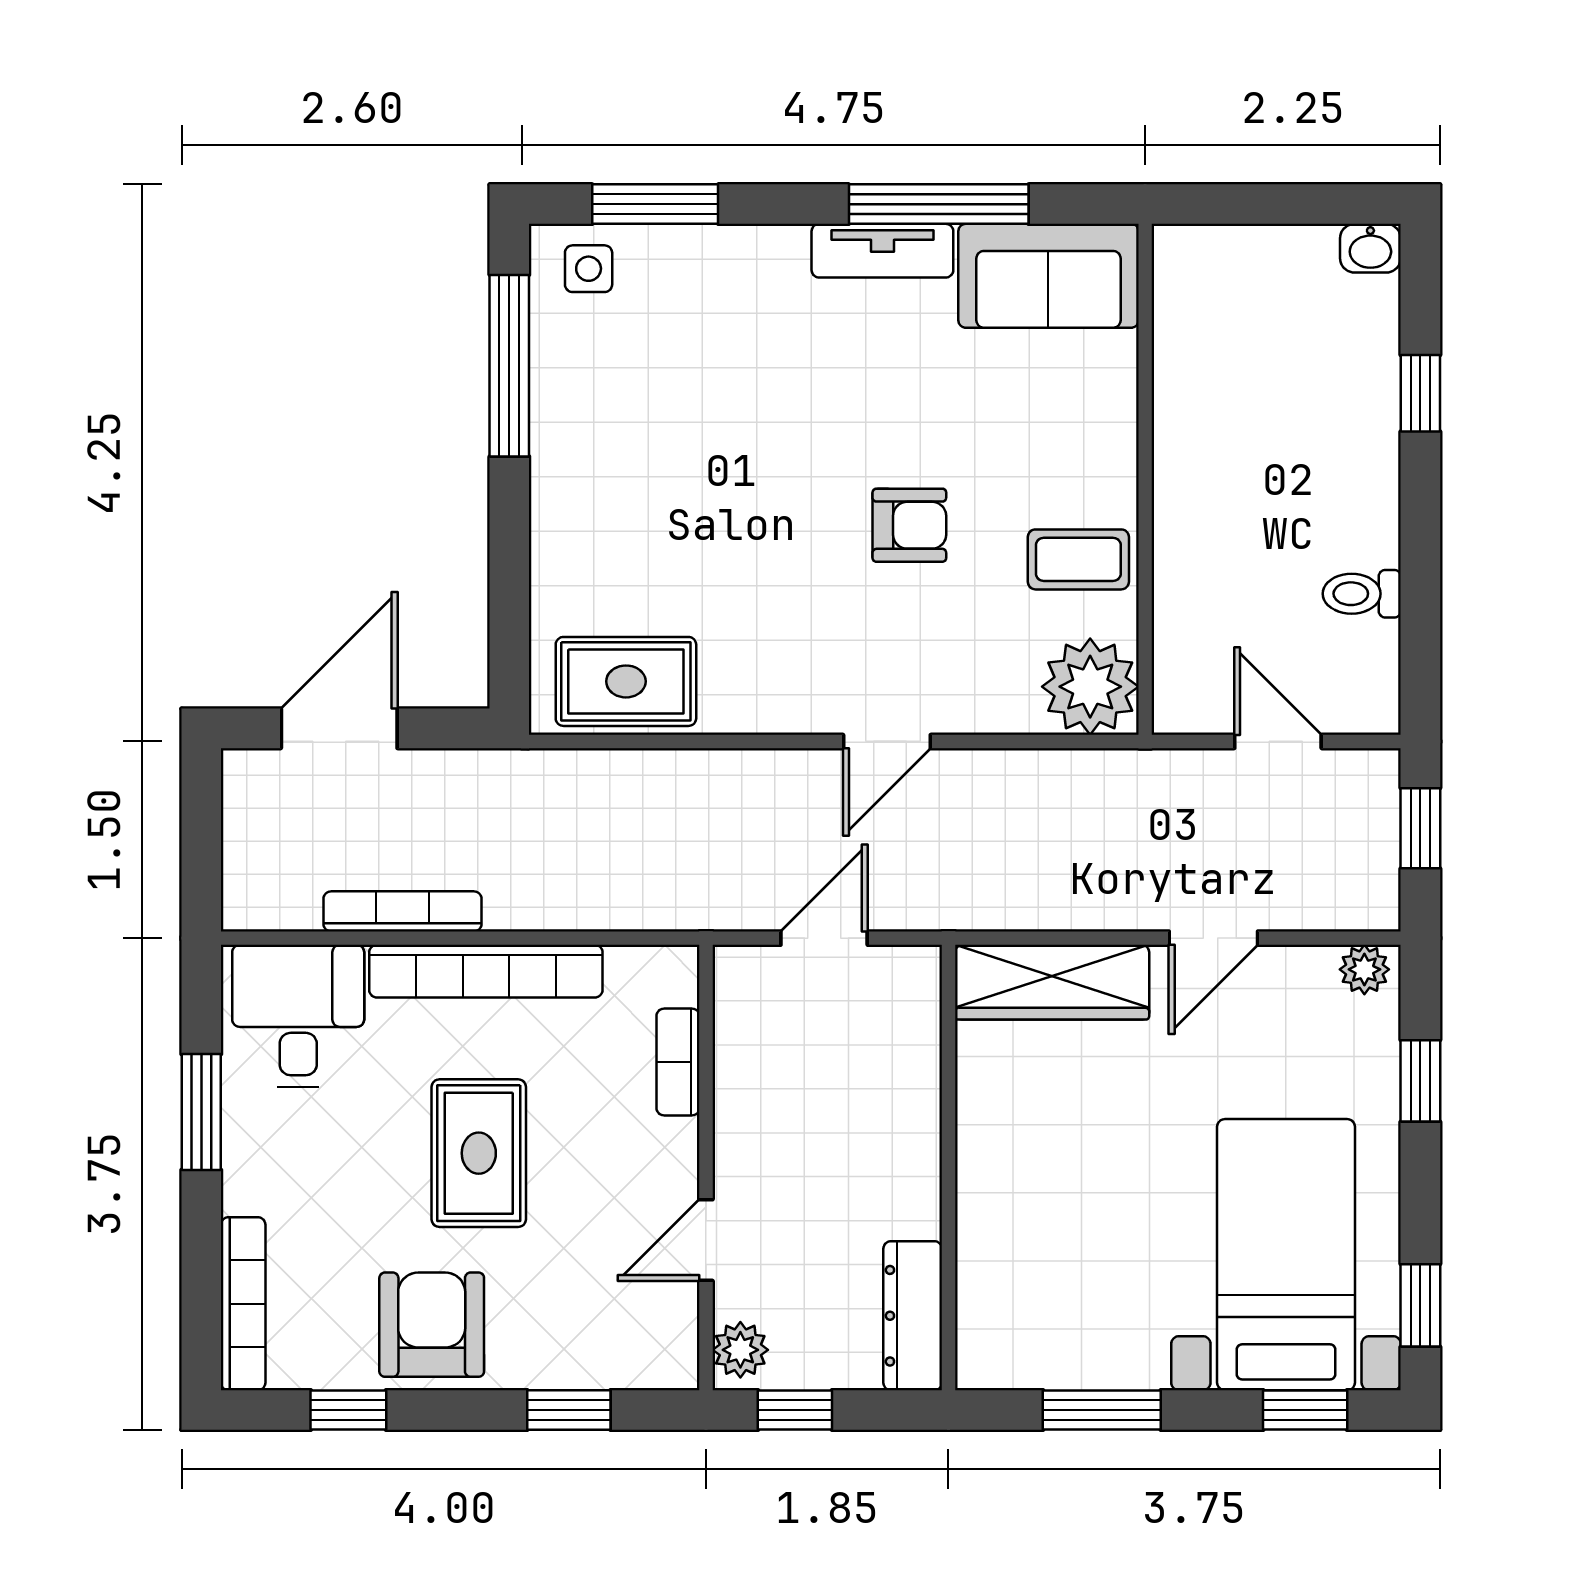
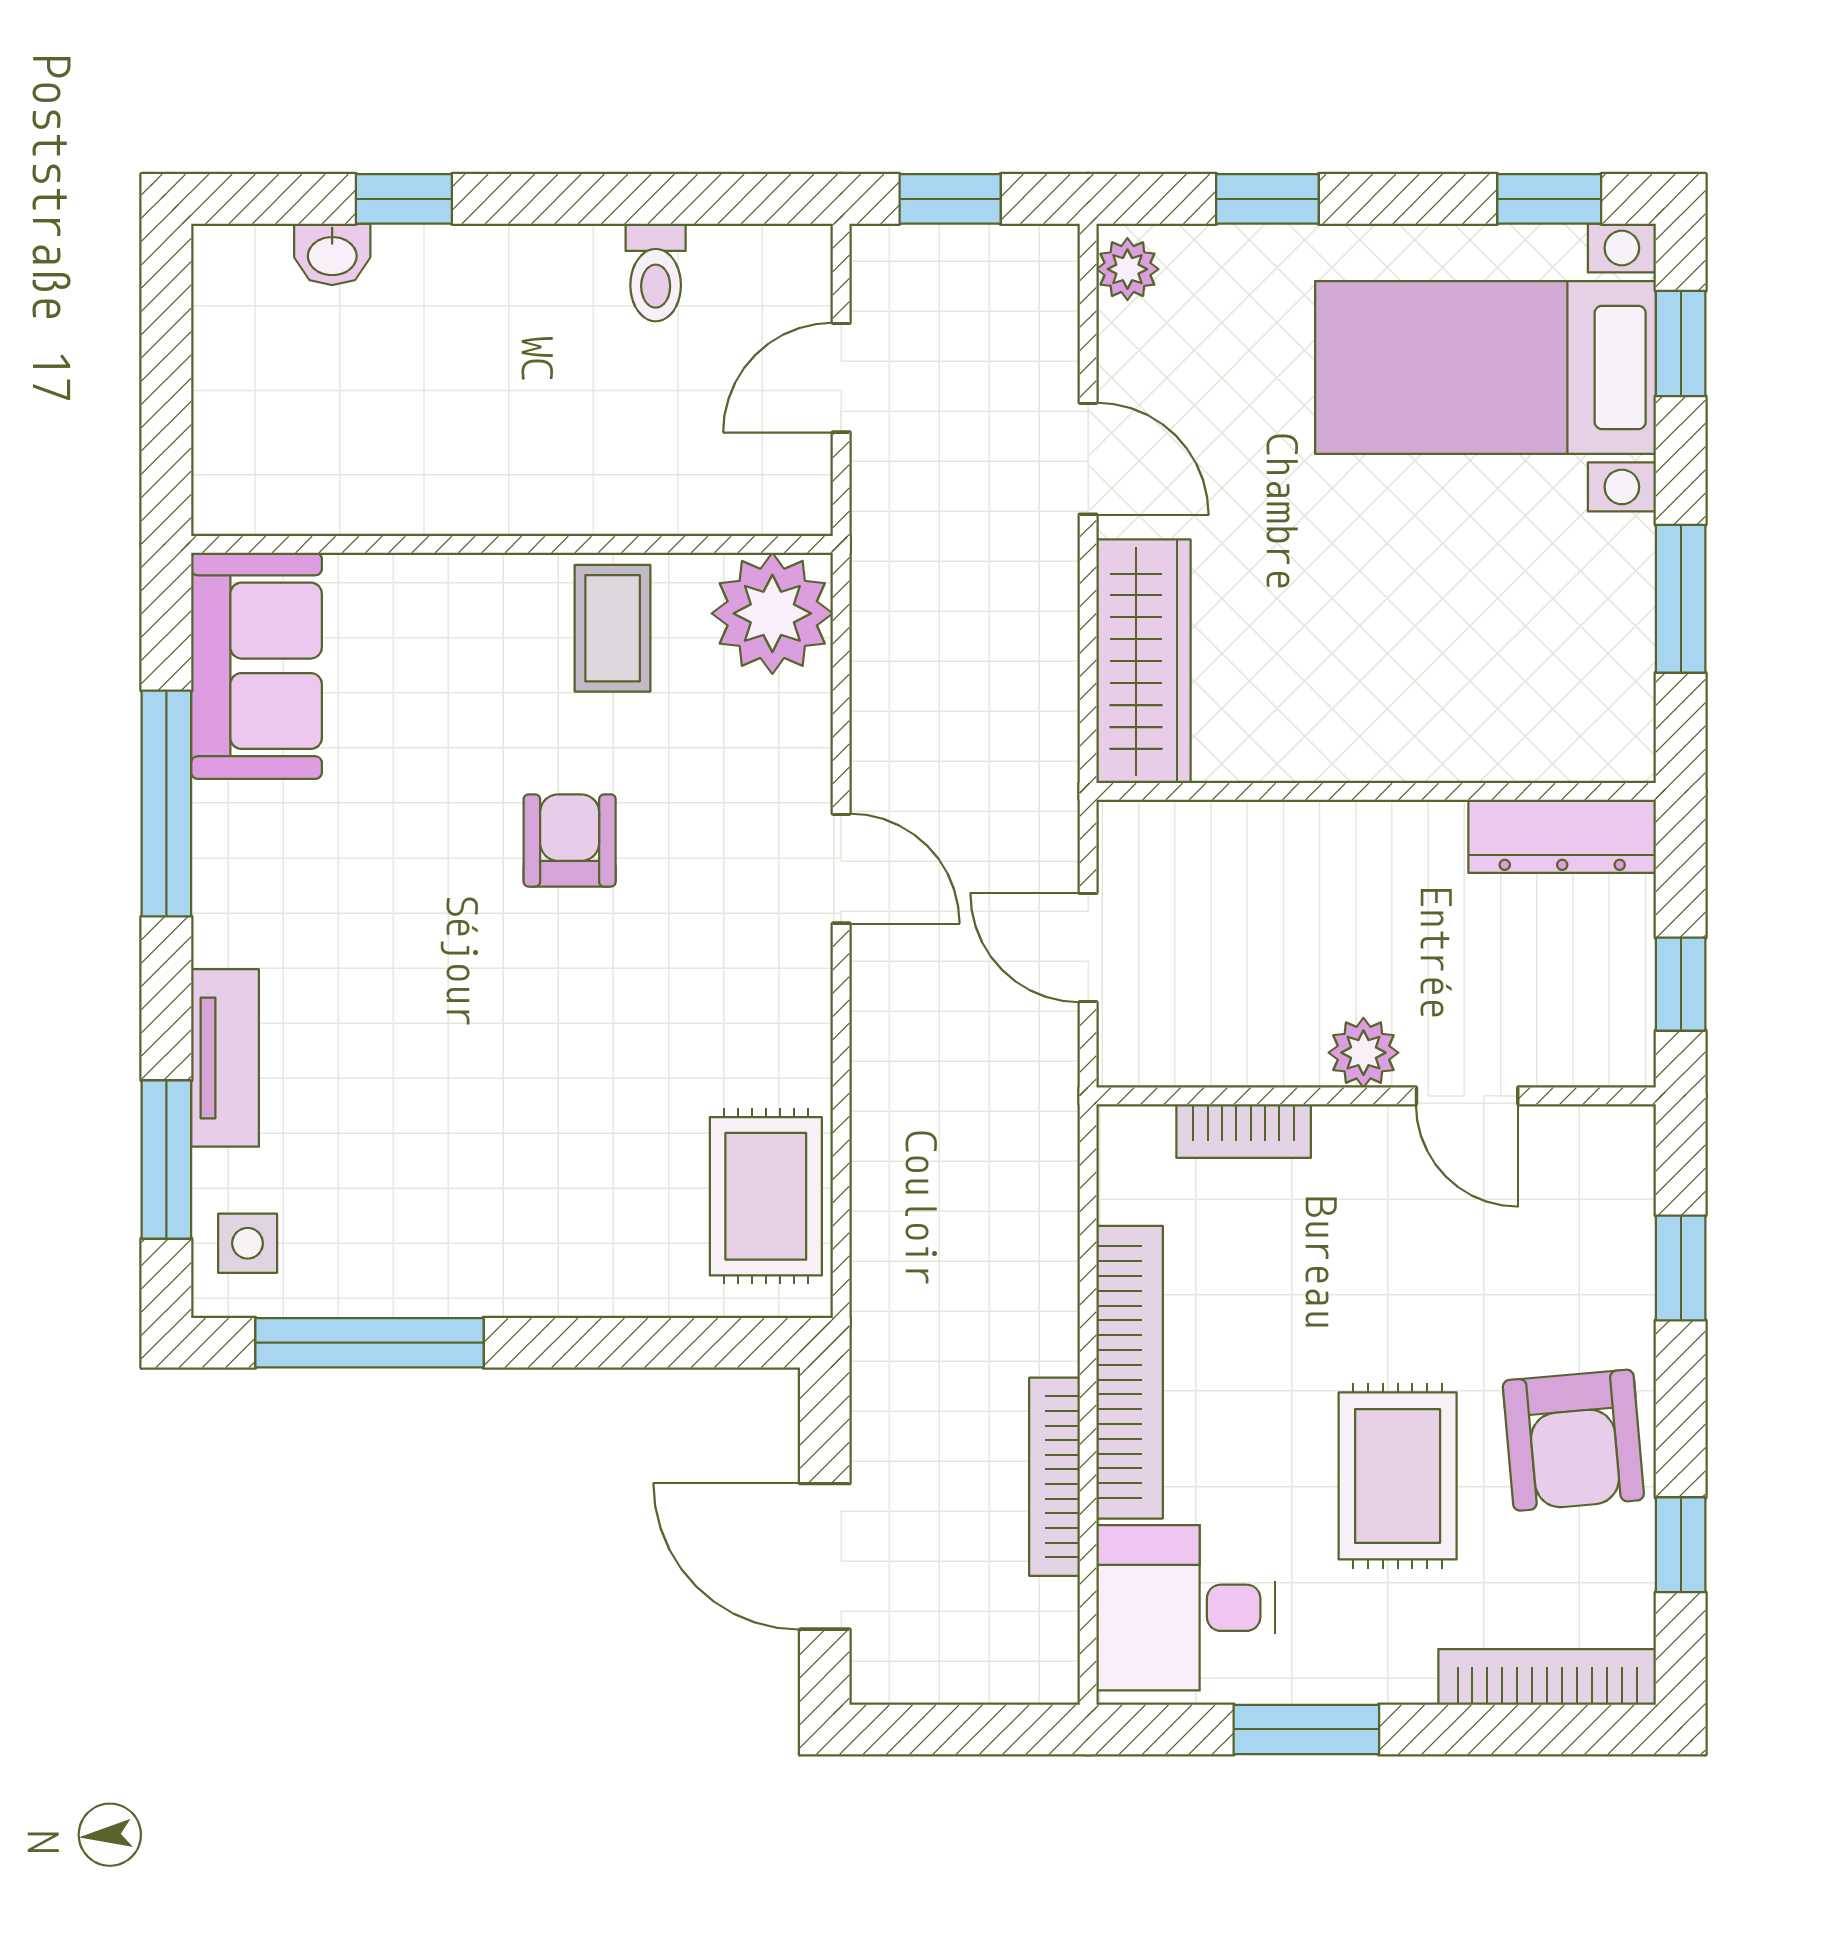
washbasin: (1370, 248) -> (332, 254), moved, turned 90
tv unit: (882, 251) -> (225, 1058), moved
rug: (479, 1153) -> (1398, 1476), moved, turned 90
armchair: (432, 1325) -> (1573, 1440), turned -95
plant: (740, 1350) -> (1363, 1053), moved

